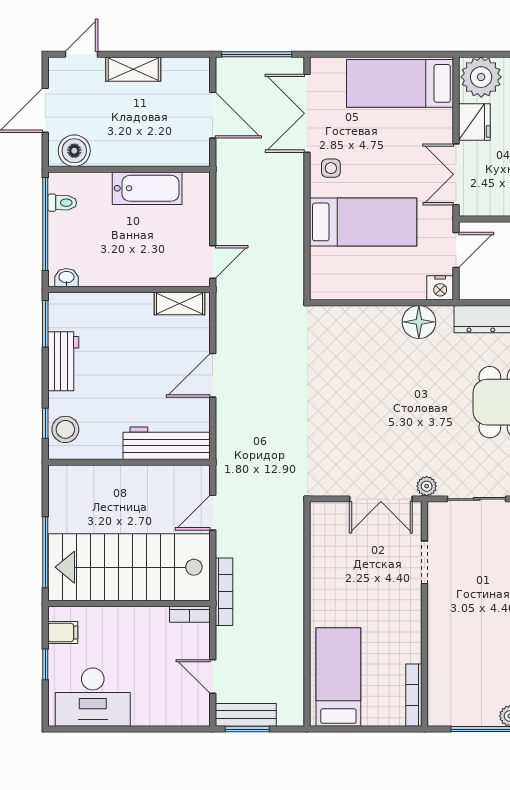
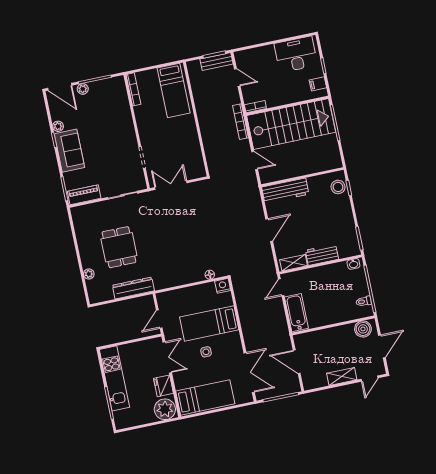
side table: (331, 168) -> (206, 352), moved
bathtub: (147, 188) -> (296, 313), moved, turned 90
nightstand: (440, 288) -> (223, 286), moved
floor lamp: (419, 322) -> (210, 275), moved, width x0.53, depth x0.53
workbench: (63, 361) -> (322, 255), moved, turned 90
plant: (427, 486) -> (149, 196), removed
door: (213, 513) -> (255, 160), hinge flipped

